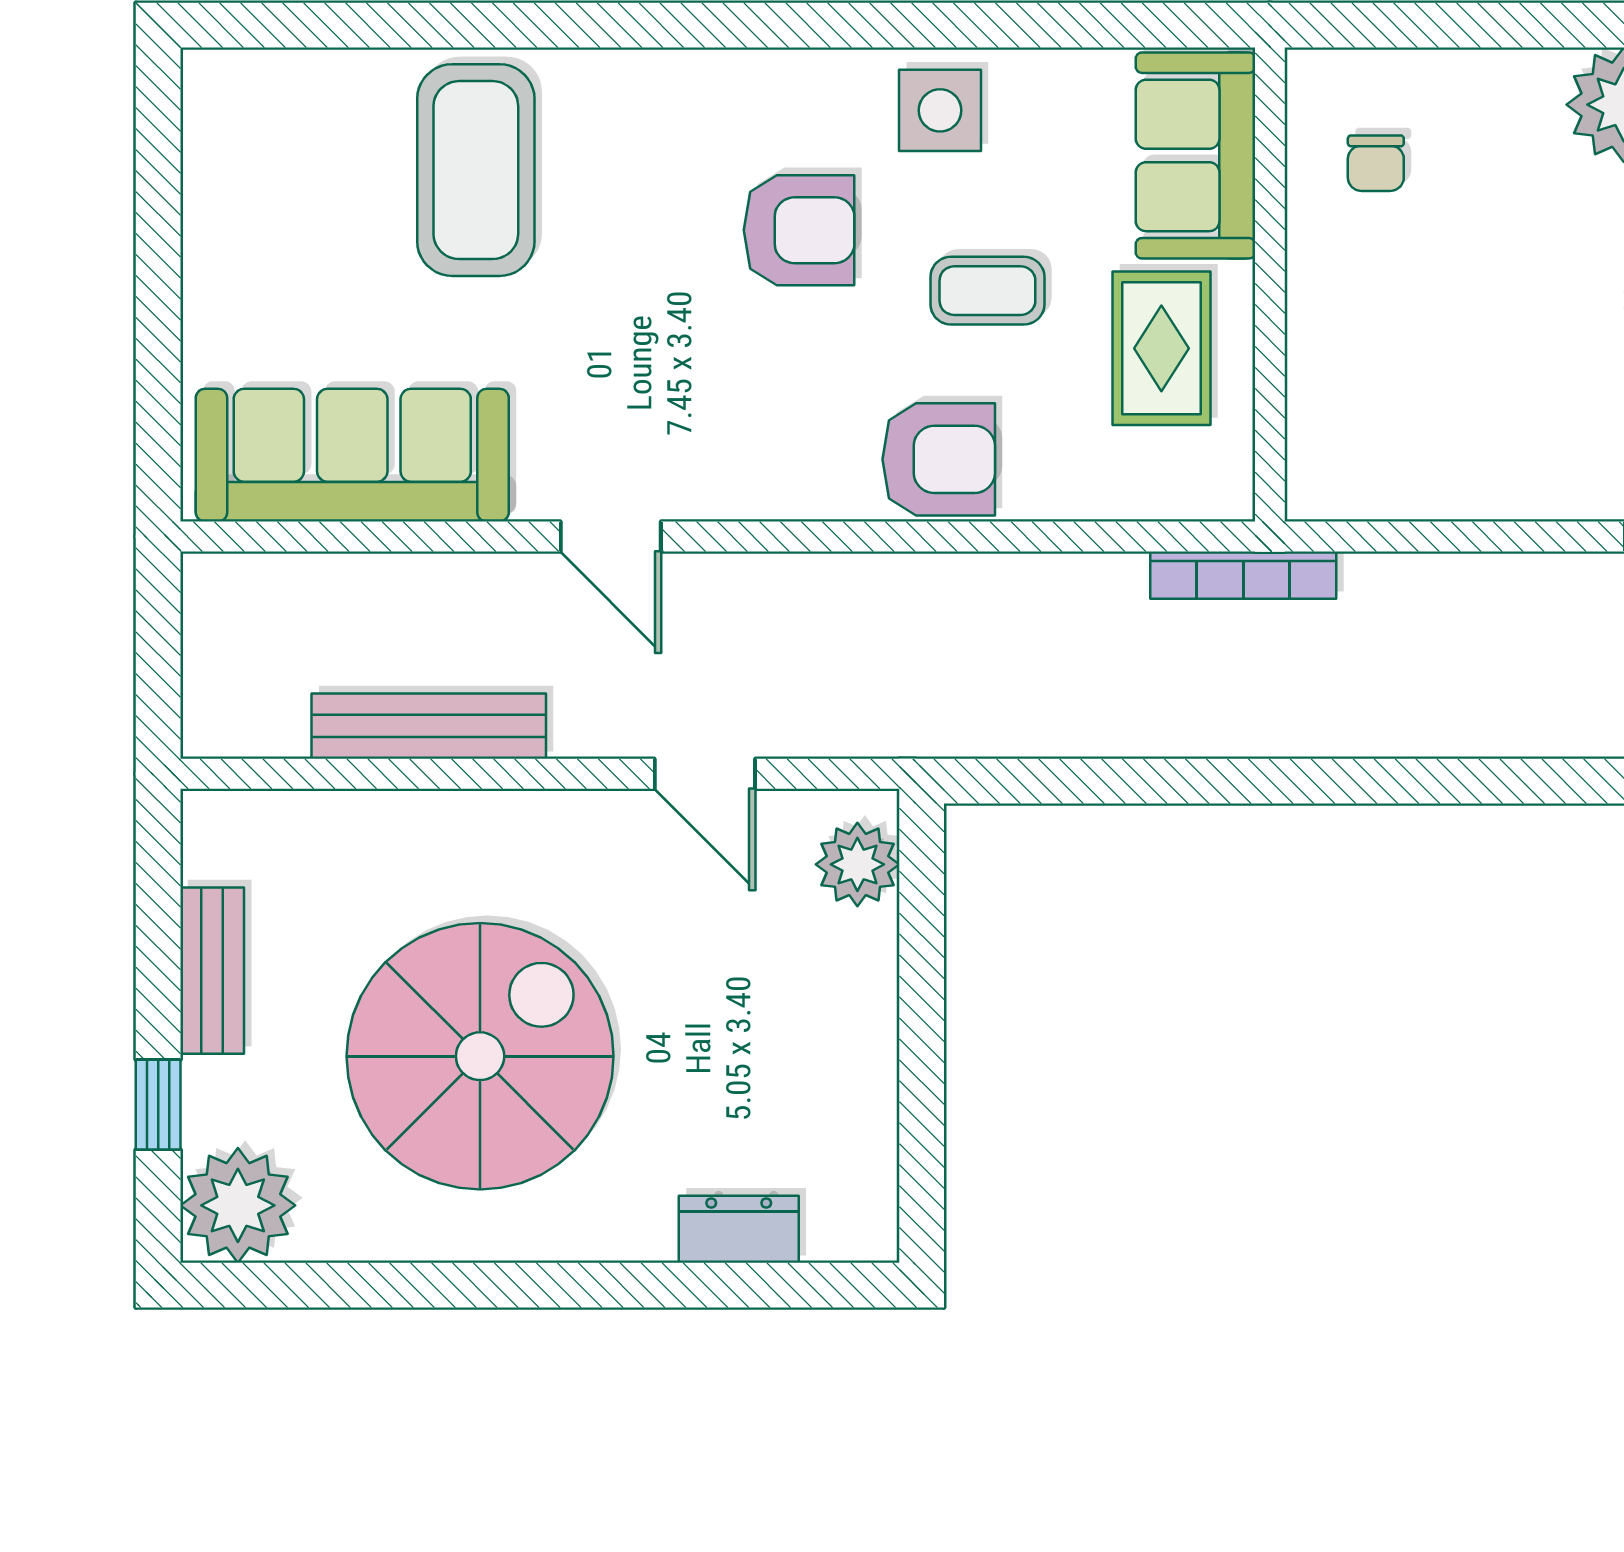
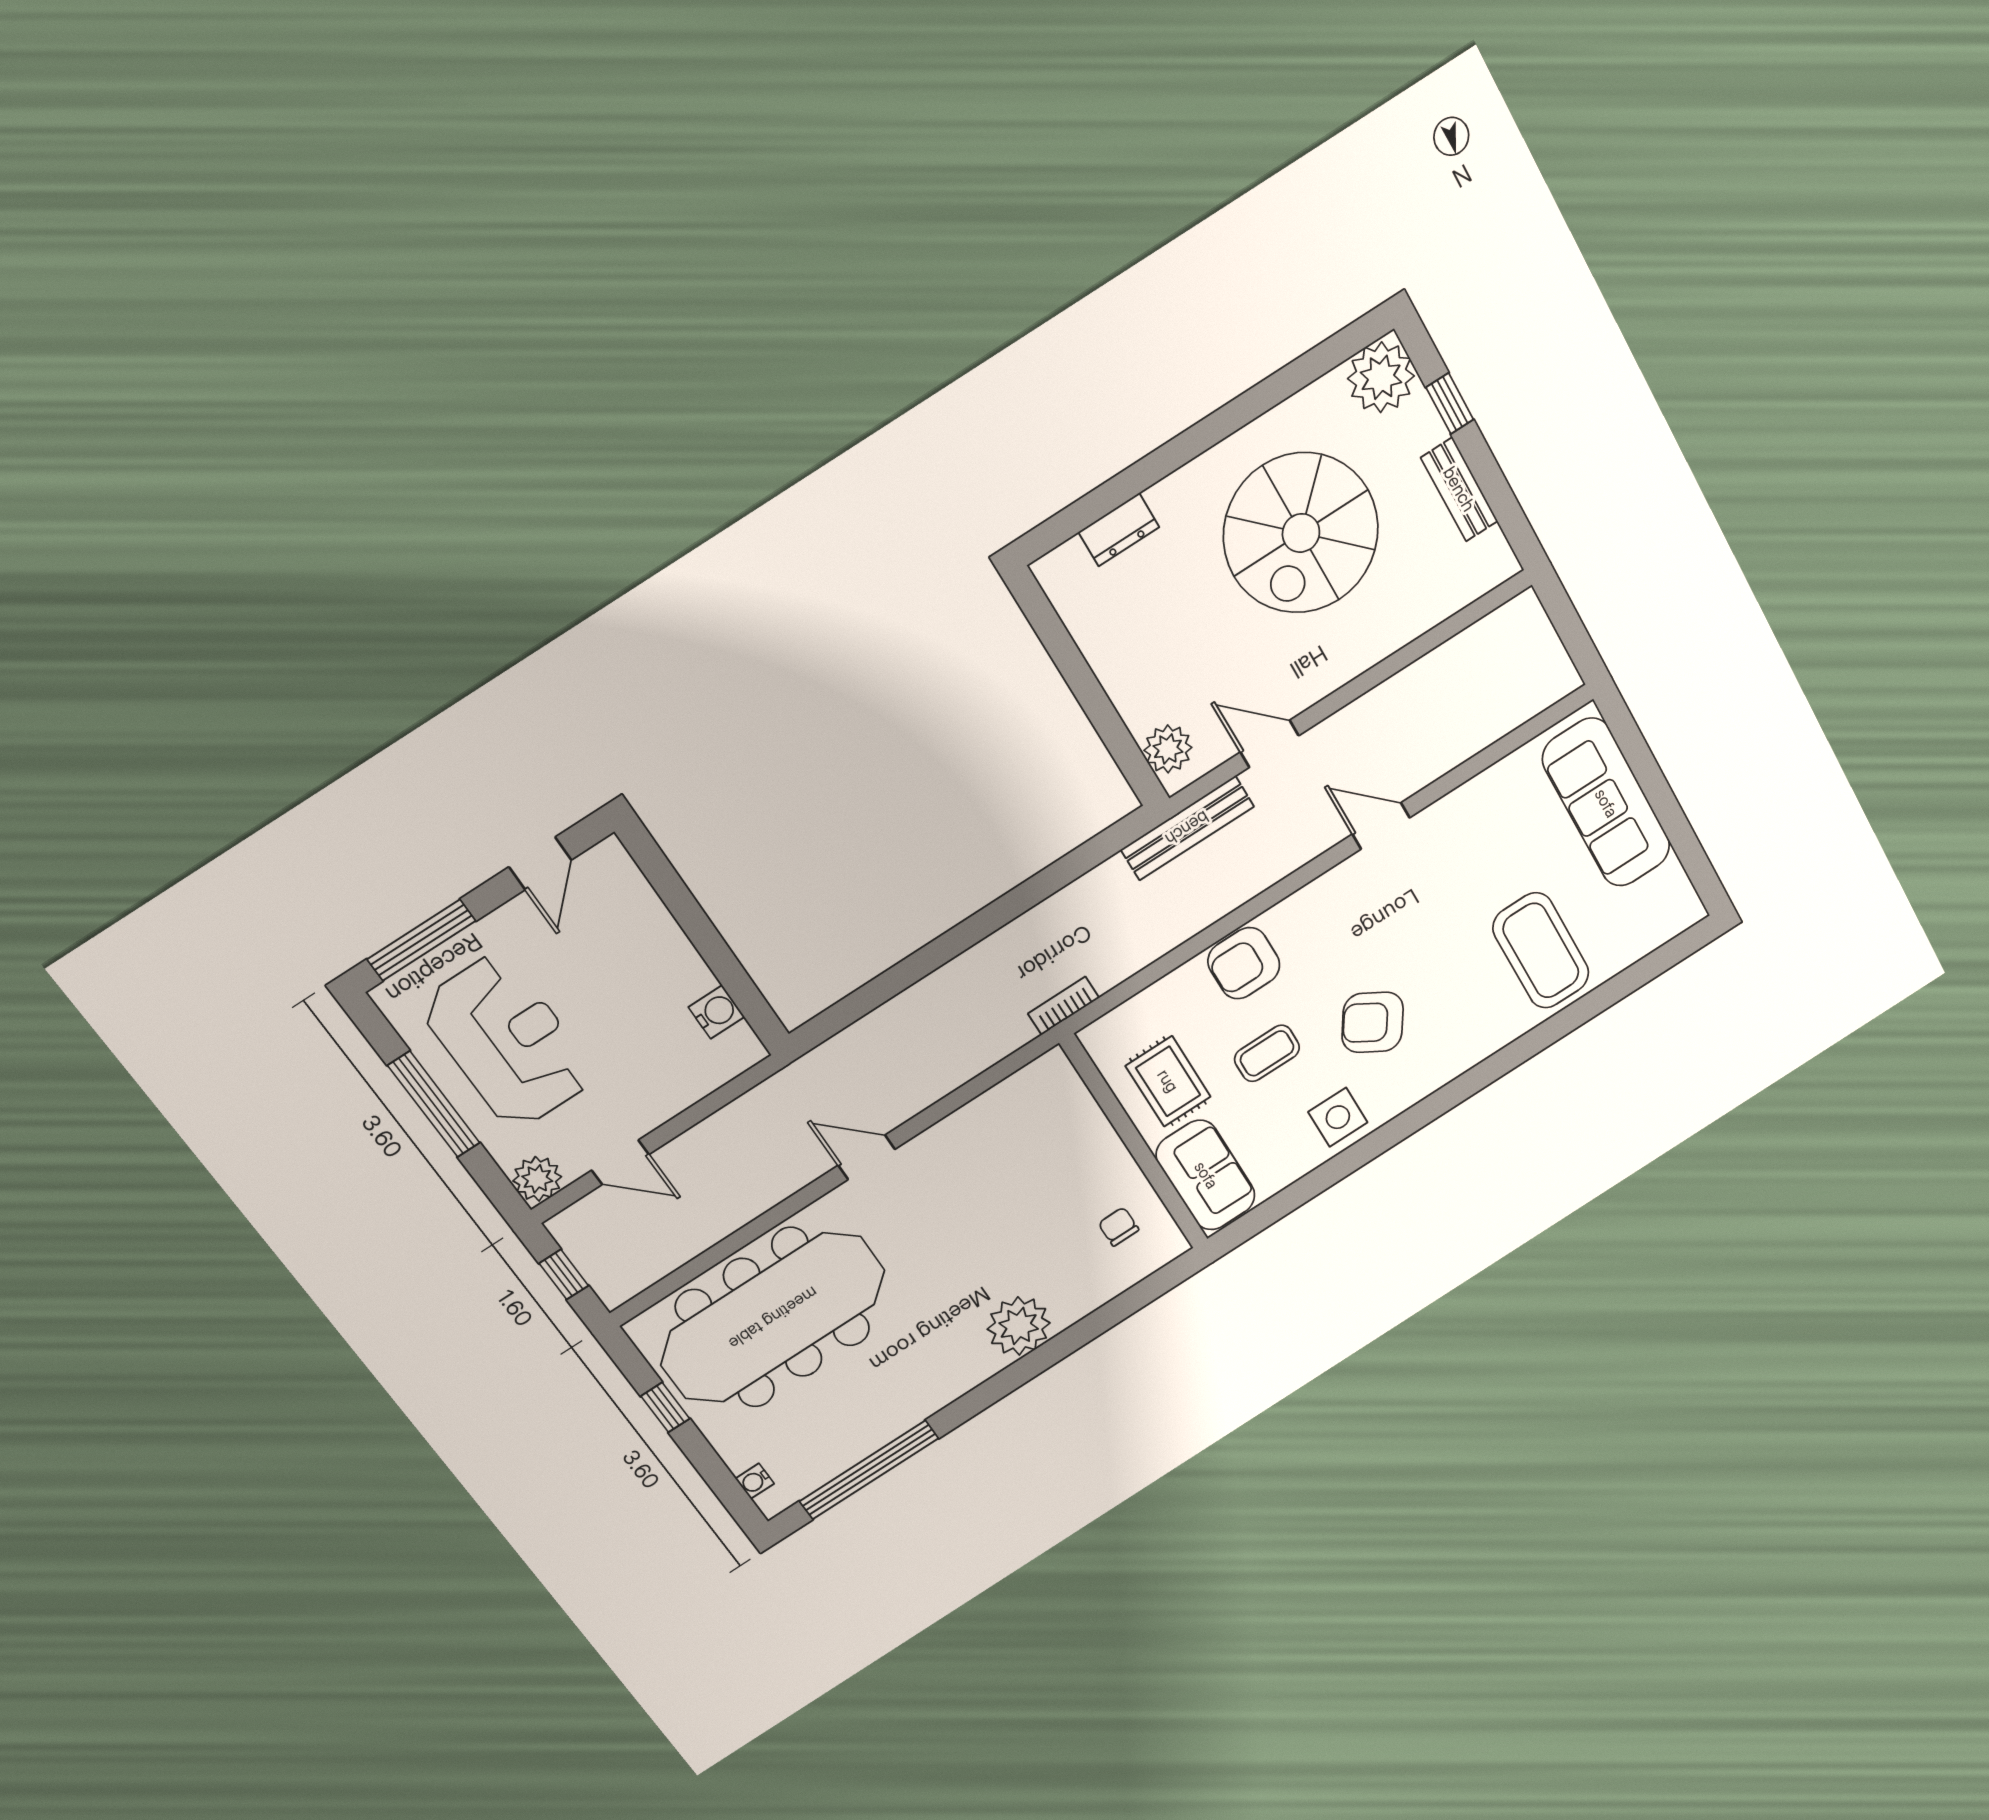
armchair: (799, 230) -> (1373, 1022), turned 32
sofa: (352, 455) -> (1606, 803), moved, turned 90
bookcase: (1243, 575) -> (1064, 1006), width x0.64
bench: (429, 726) -> (1187, 828), moved

